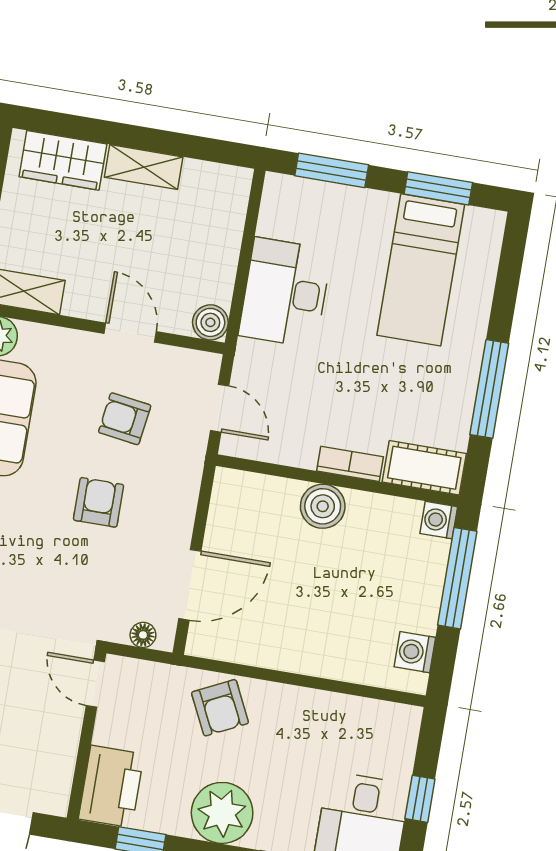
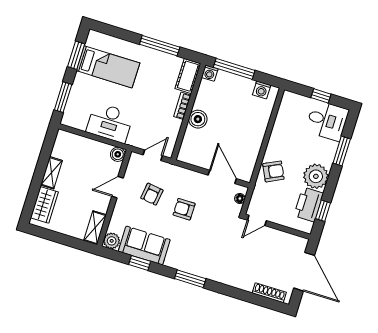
printer: (111, 786) -> (309, 204), moved, turned -90

